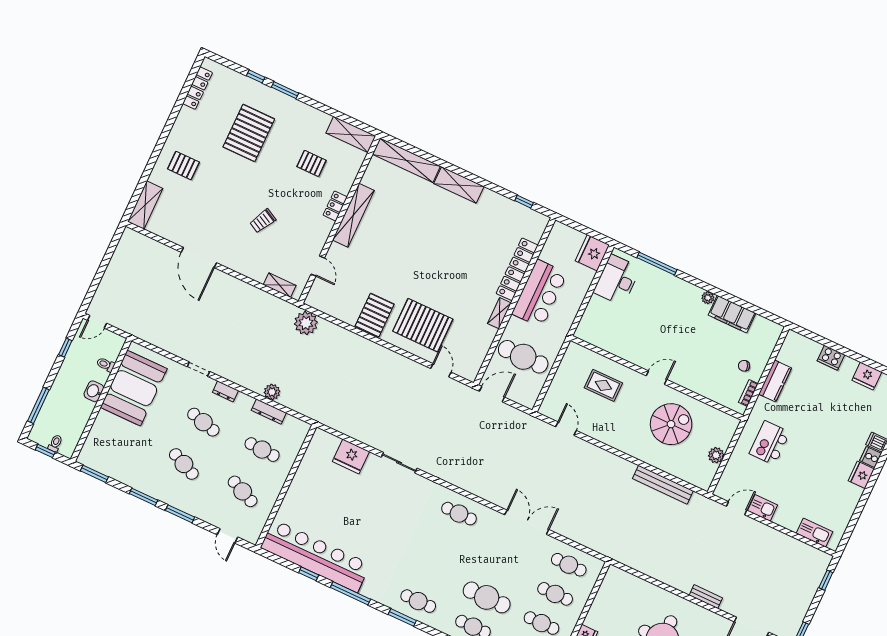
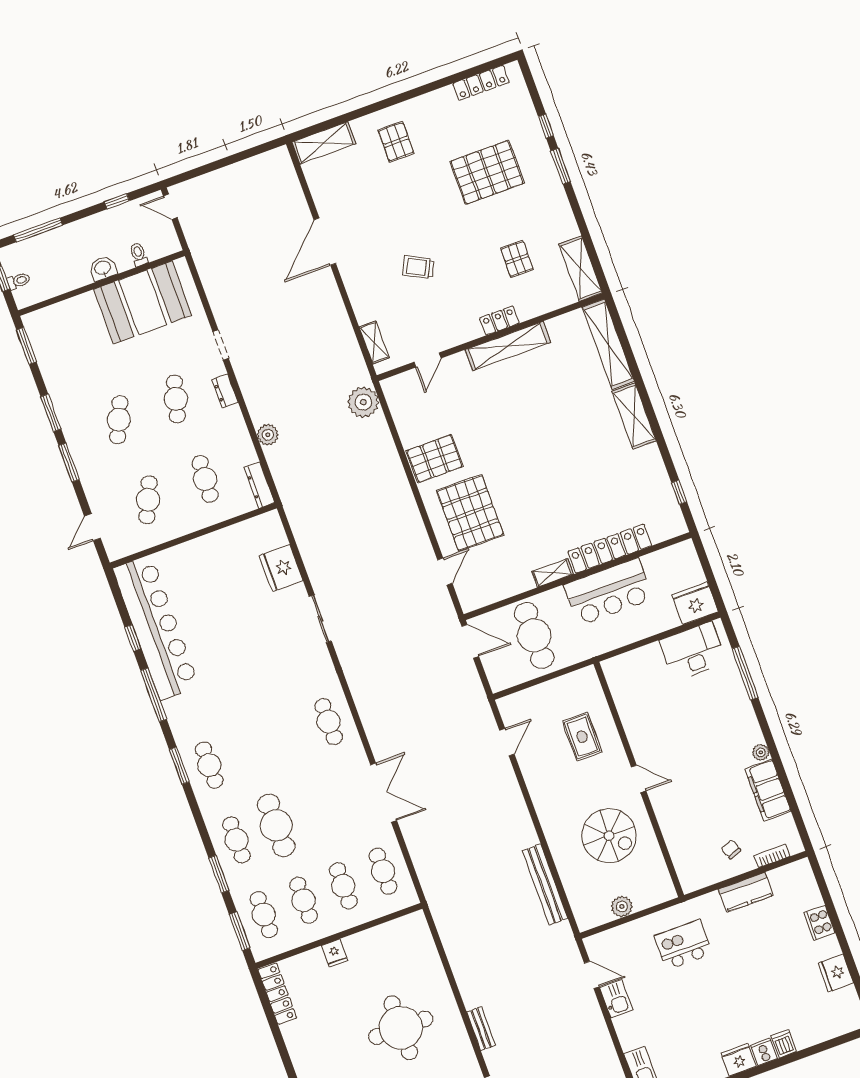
bookcase: (748, 393) -> (772, 856), moved
dresser: (269, 412) -> (259, 485), moved

